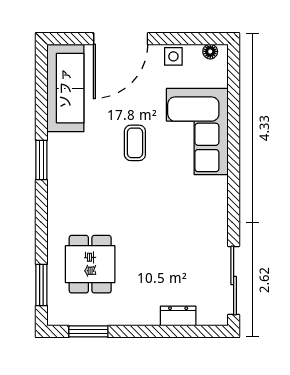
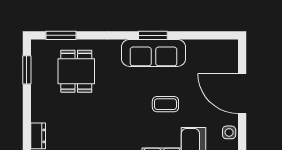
sofa: (65, 88) -> (153, 53), moved
dining table: (90, 264) -> (76, 71), turned 90

